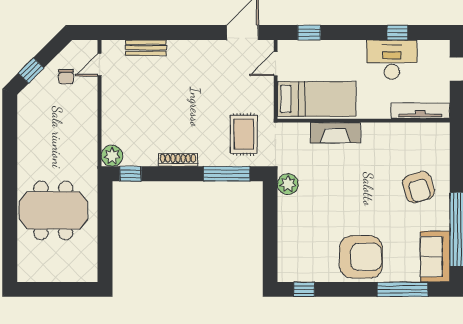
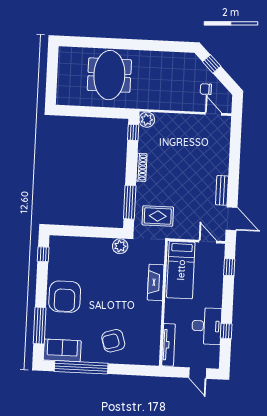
bench: (146, 48) -> (222, 190), moved

